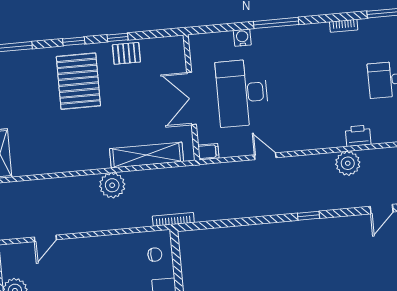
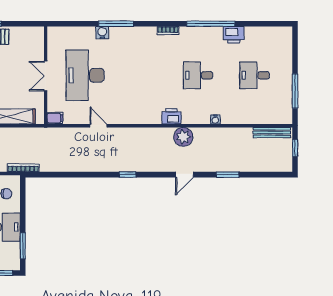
water cooler: (242, 38) -> (102, 33), moved
double door: (191, 98) -> (46, 76), width x0.73
plant: (348, 163) -> (183, 137), moved

